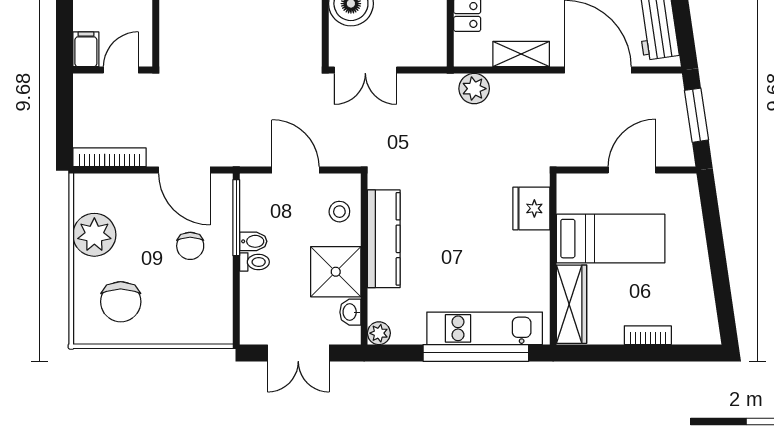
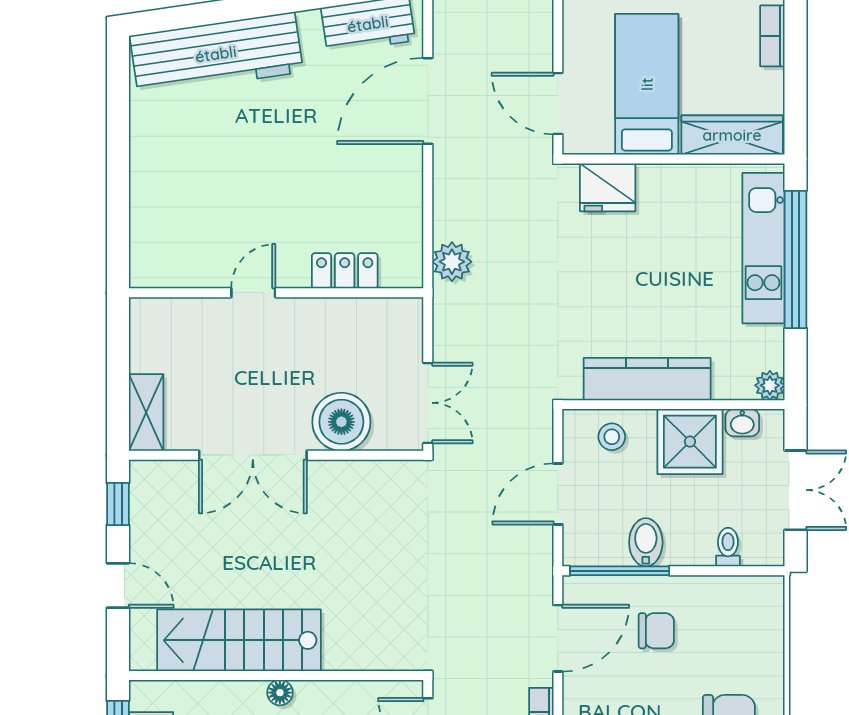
shelving: (521, 54) -> (407, 201), removed
door: (632, 170) -> (558, 103), moved
bidet: (253, 241) -> (646, 542), width x1.38, depth x1.36
toilet: (254, 262) -> (728, 547), moved

